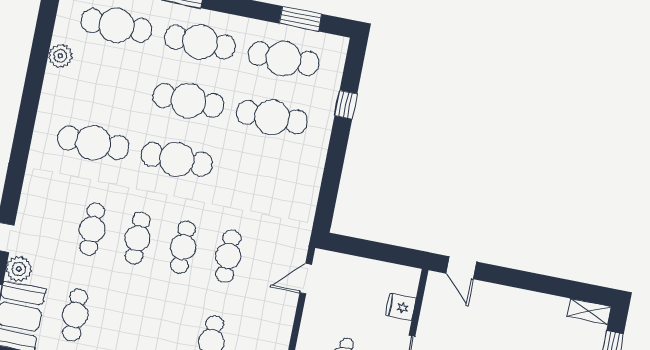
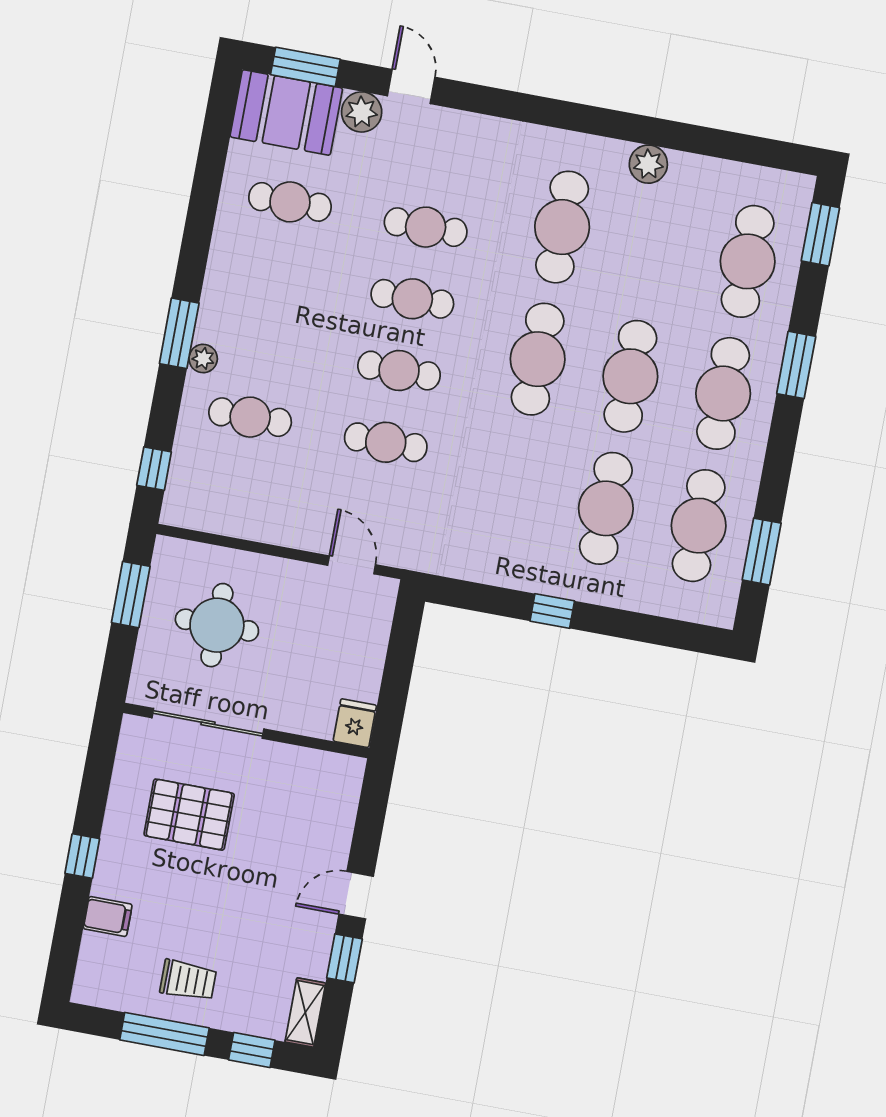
plant: (60, 56) -> (648, 164), moved
window: (346, 105) -> (552, 611), moved
door: (461, 268) -> (356, 895), moved
window: (555, 286) -> (345, 958), added
fridge: (400, 307) -> (355, 723), moved

